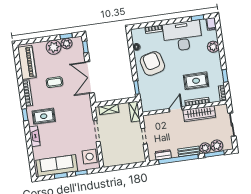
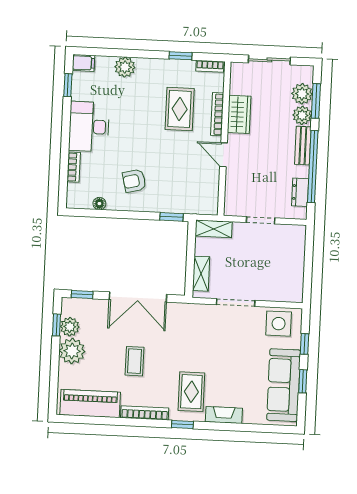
desk: (183, 36) -> (89, 127), width x0.73, depth x0.77
armchair: (152, 64) -> (134, 181), width x0.53, depth x0.53
wardrobe: (199, 114) -> (239, 114), width x0.67

